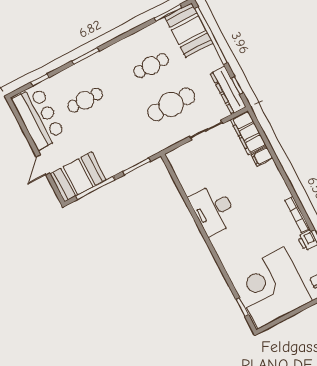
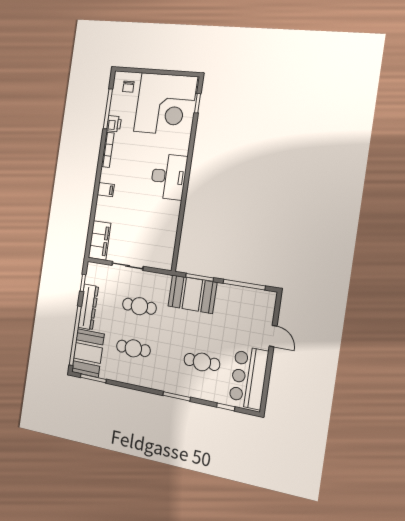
dresser: (228, 90) -> (88, 307), moved
cafe table: (171, 104) -> (139, 306), width x0.73, depth x0.74
filing cabinet: (262, 157) -> (106, 190), moved
door: (43, 165) -> (273, 336), hinge flipped
booth: (78, 177) -> (192, 294), moved
desk: (213, 209) -> (169, 177), moved

